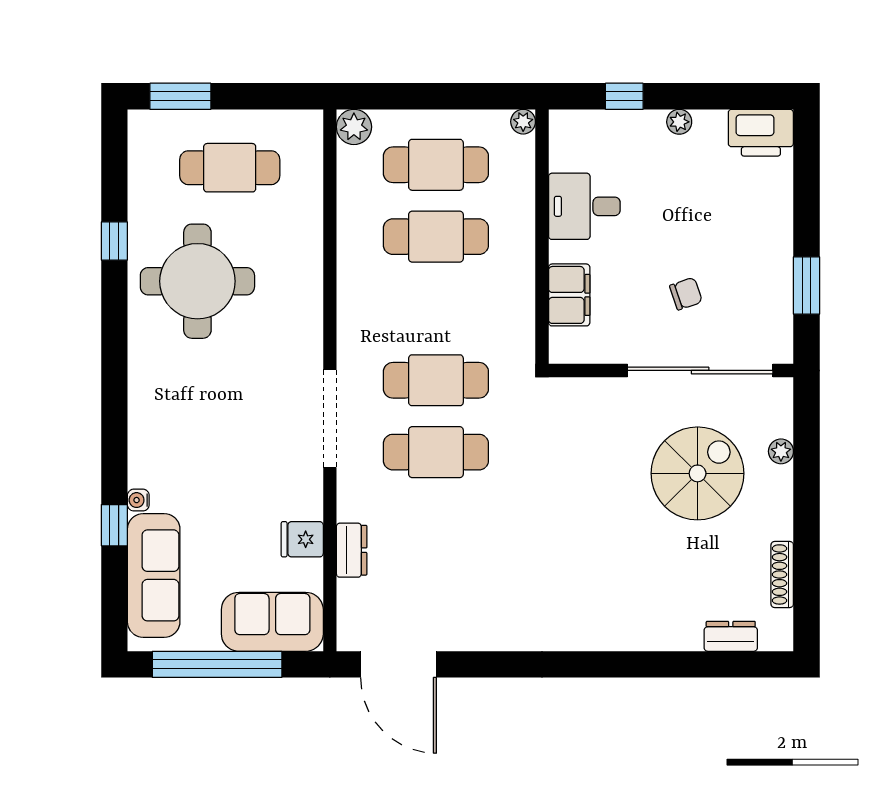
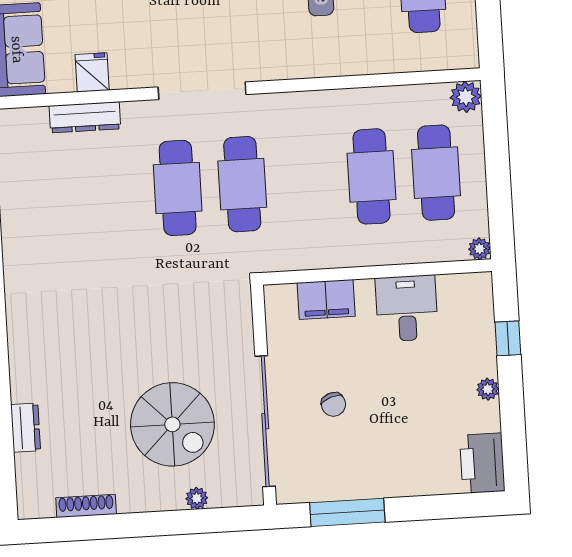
window: (806, 285) -> (347, 512), width x1.44
dresser: (352, 550) -> (85, 117), width x1.44
dresser: (731, 636) -> (26, 428), moved

